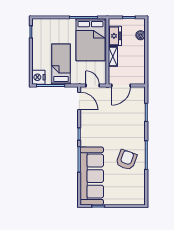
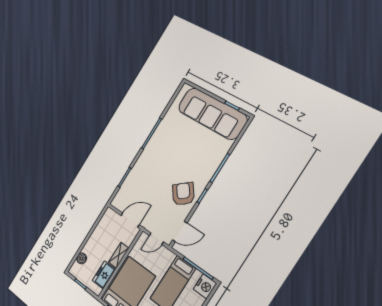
door: (93, 86) -> (156, 239), hinge flipped
door: (79, 101) -> (180, 231), swing flipped
armchair: (126, 160) -> (183, 194), moved, turned 122
sofa: (92, 176) -> (212, 113), moved, turned -90

